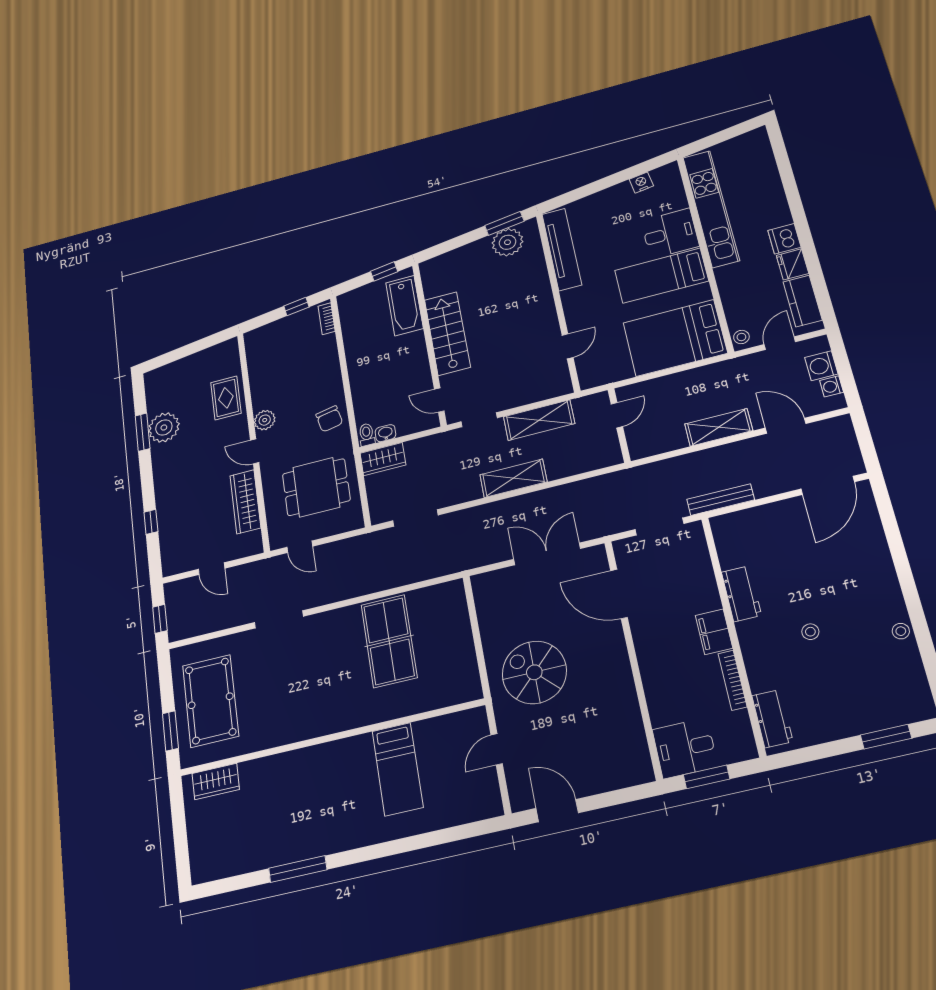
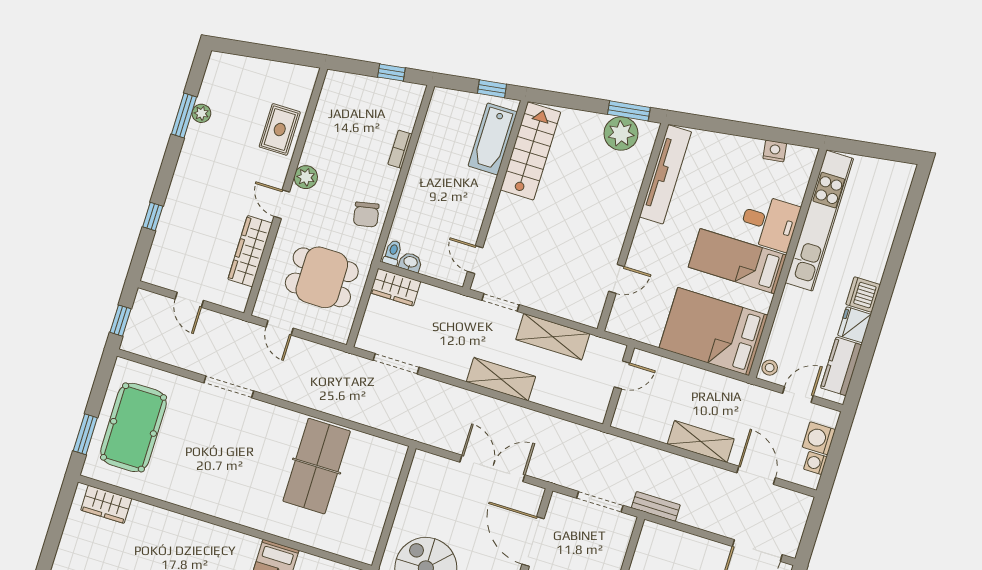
bookcase: (327, 319) -> (400, 149), moved
stairs: (447, 333) -> (531, 151), moved
plant: (164, 427) -> (201, 113), width x0.53, depth x0.53
bench: (721, 500) -> (656, 506), width x0.73

